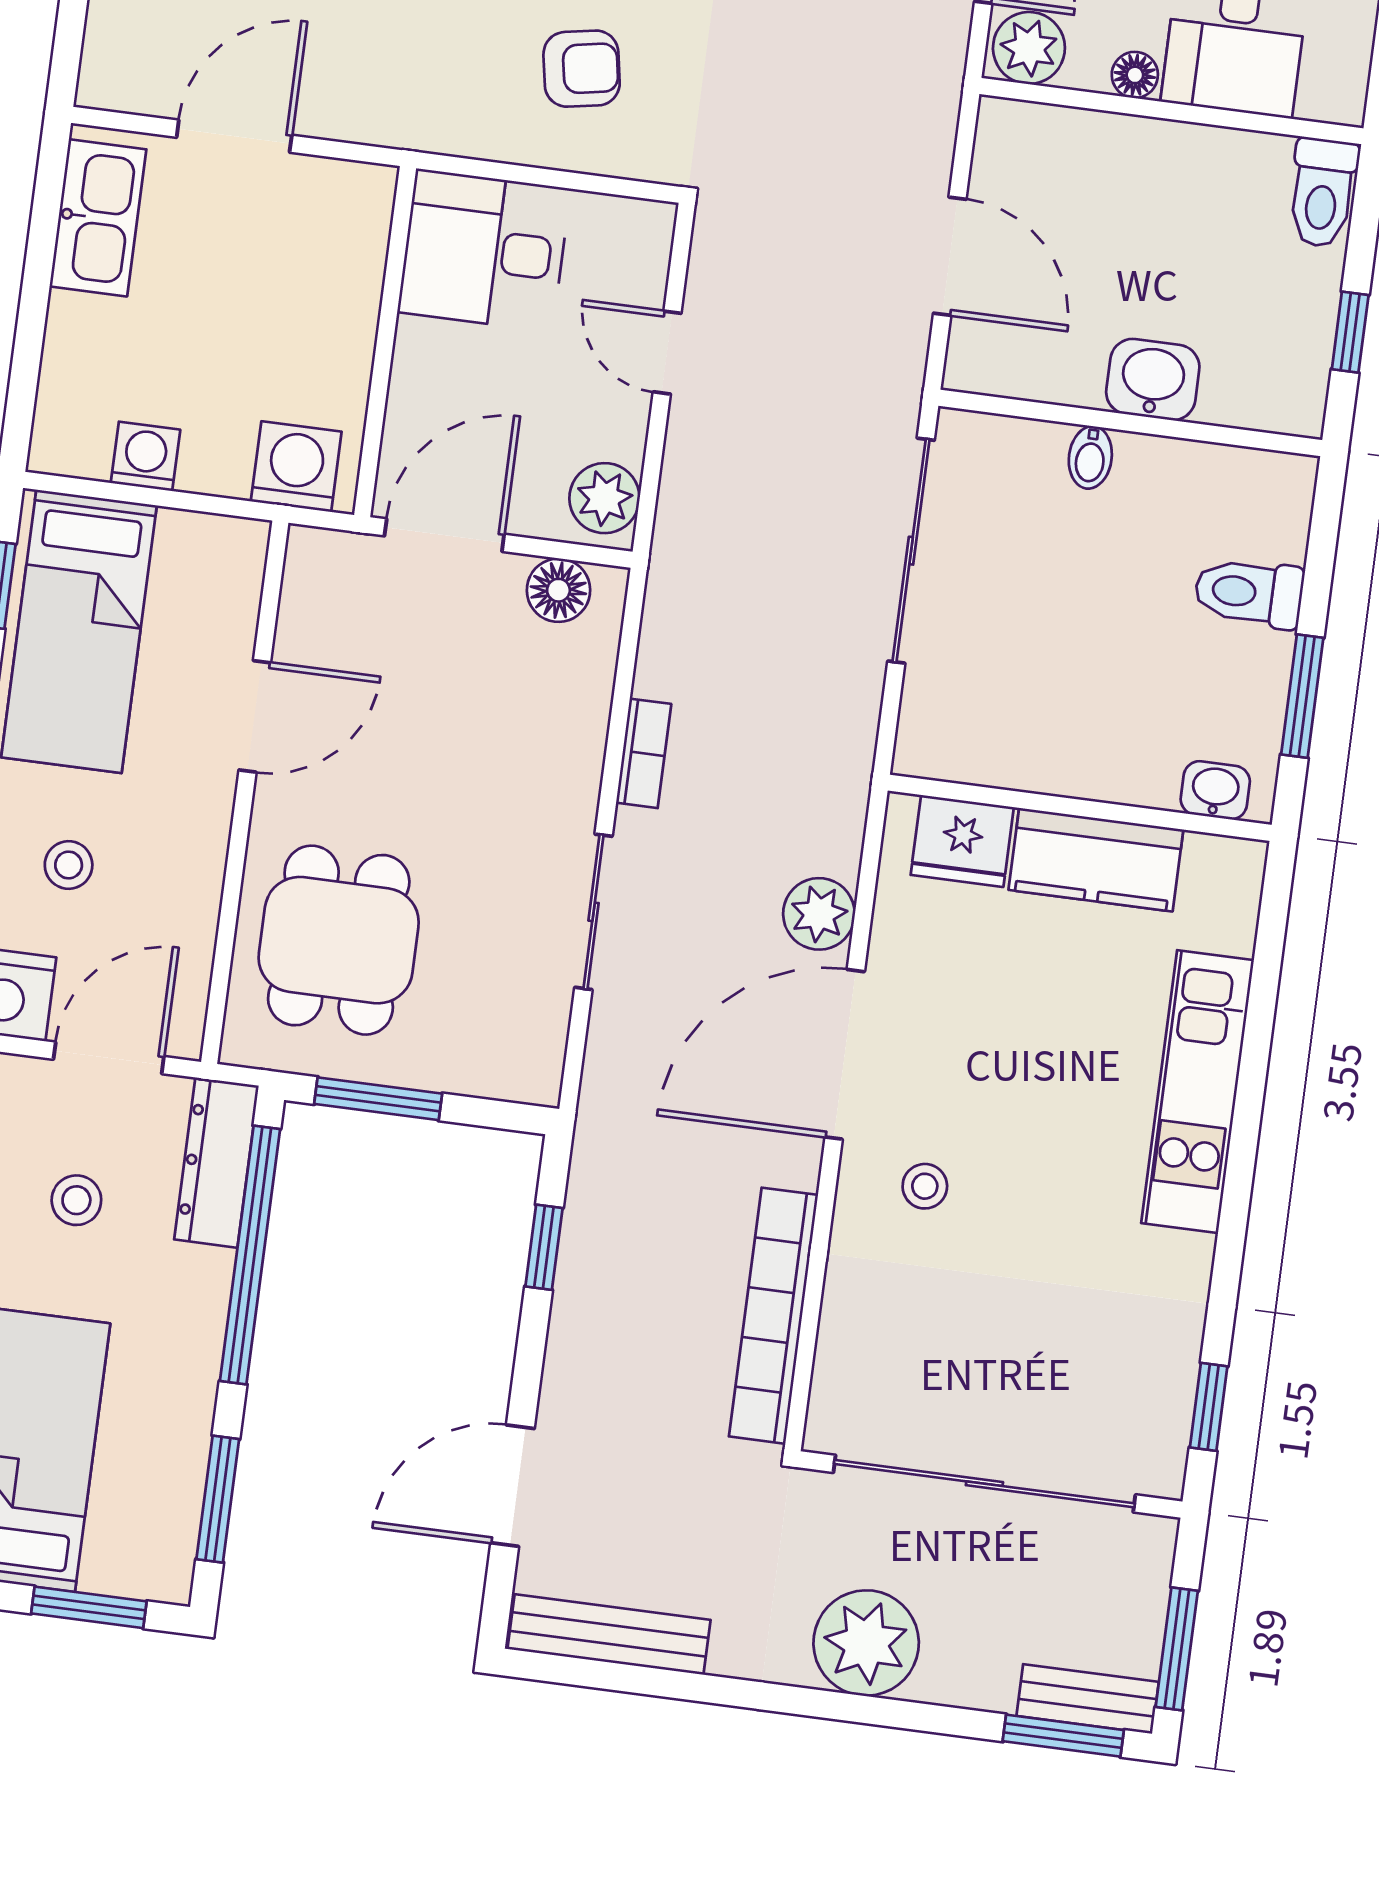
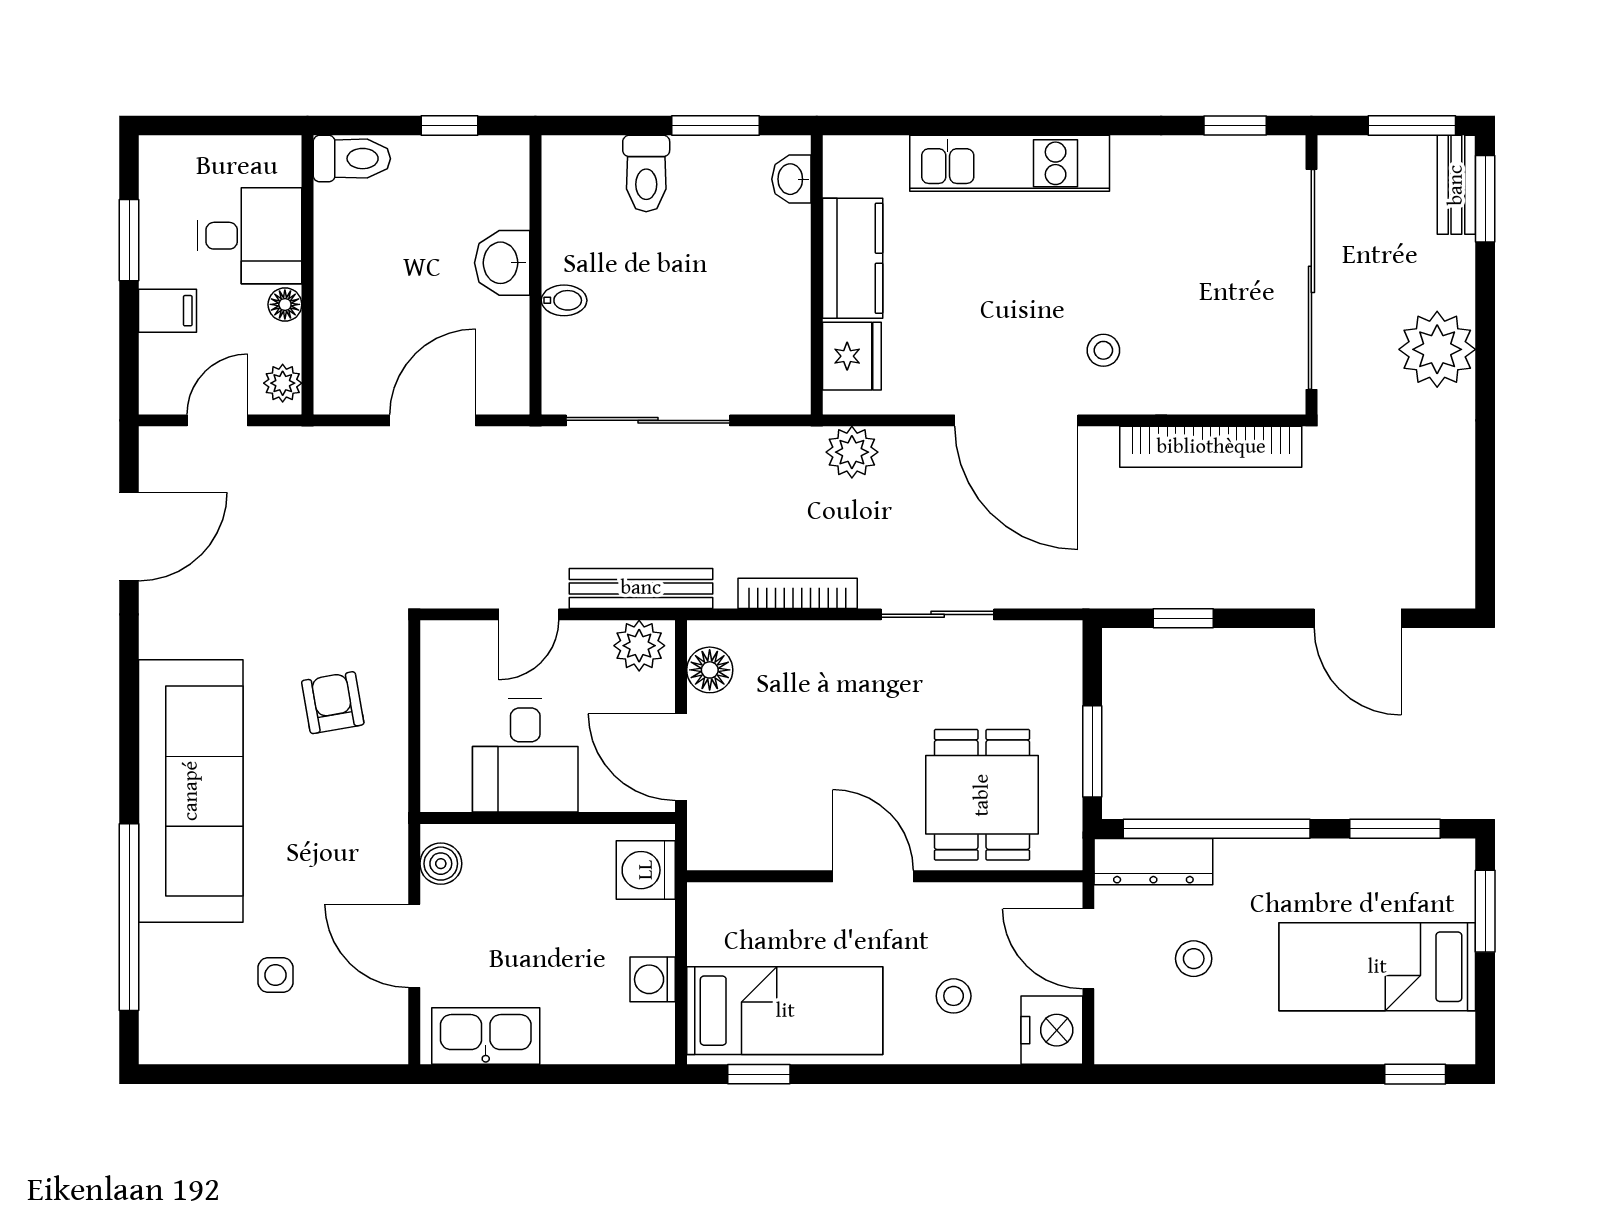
plant: (1029, 48) -> (283, 383), width x0.73, depth x0.73
boiler: (342, 187) -> (441, 864), added
desk: (484, 250) -> (525, 756), moved
door: (255, 716) -> (873, 876), moved
bookcase: (644, 753) -> (798, 593), width x1.56
plant: (819, 914) -> (852, 452), moved
dining table: (339, 940) -> (982, 795), turned 90
bench: (609, 1634) -> (641, 588), moved, turned 90

